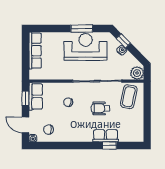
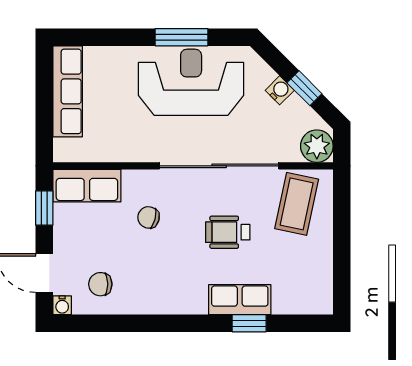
window: (123, 41) -> (304, 88), moved
row of seats: (36, 96) -> (87, 186), moved, turned 90

